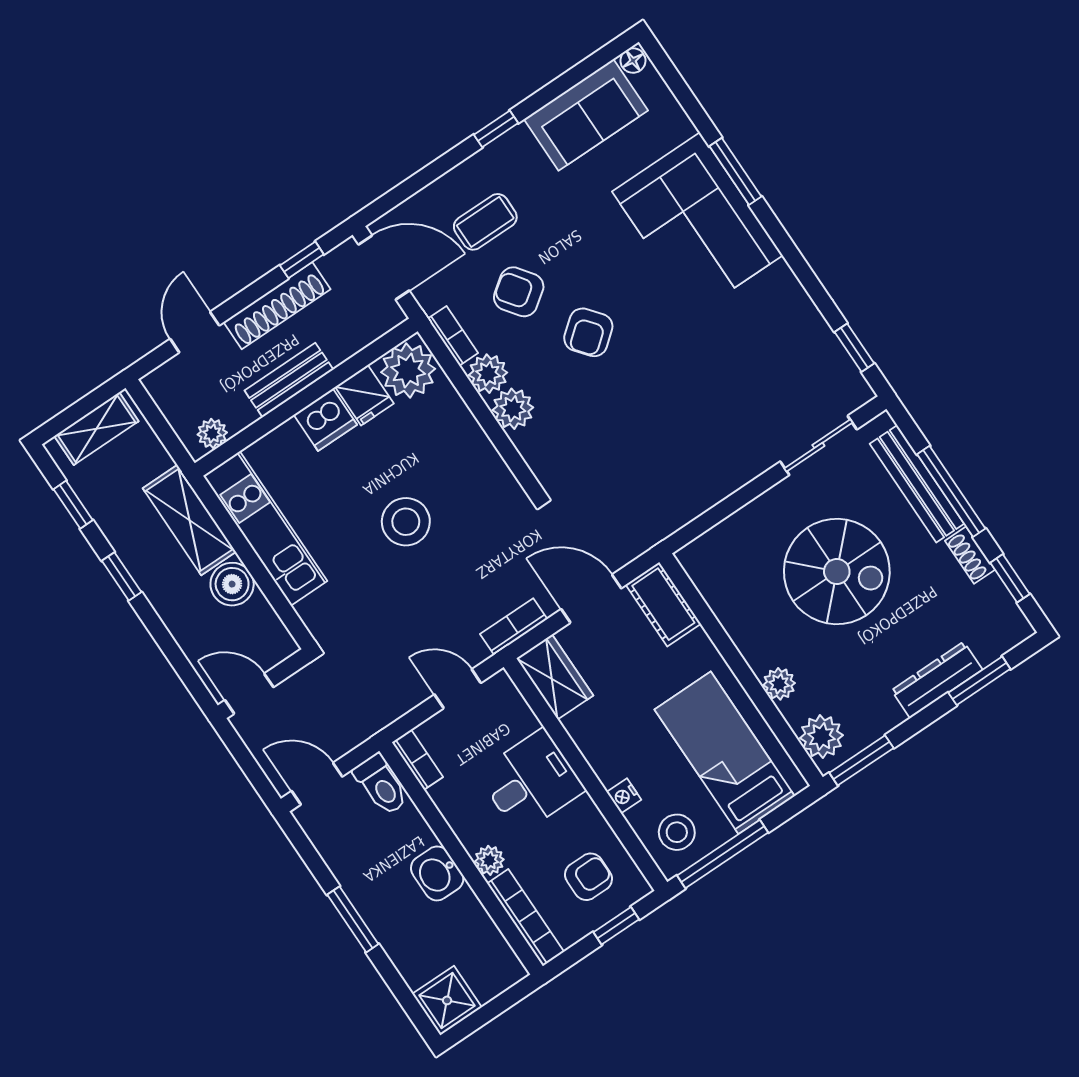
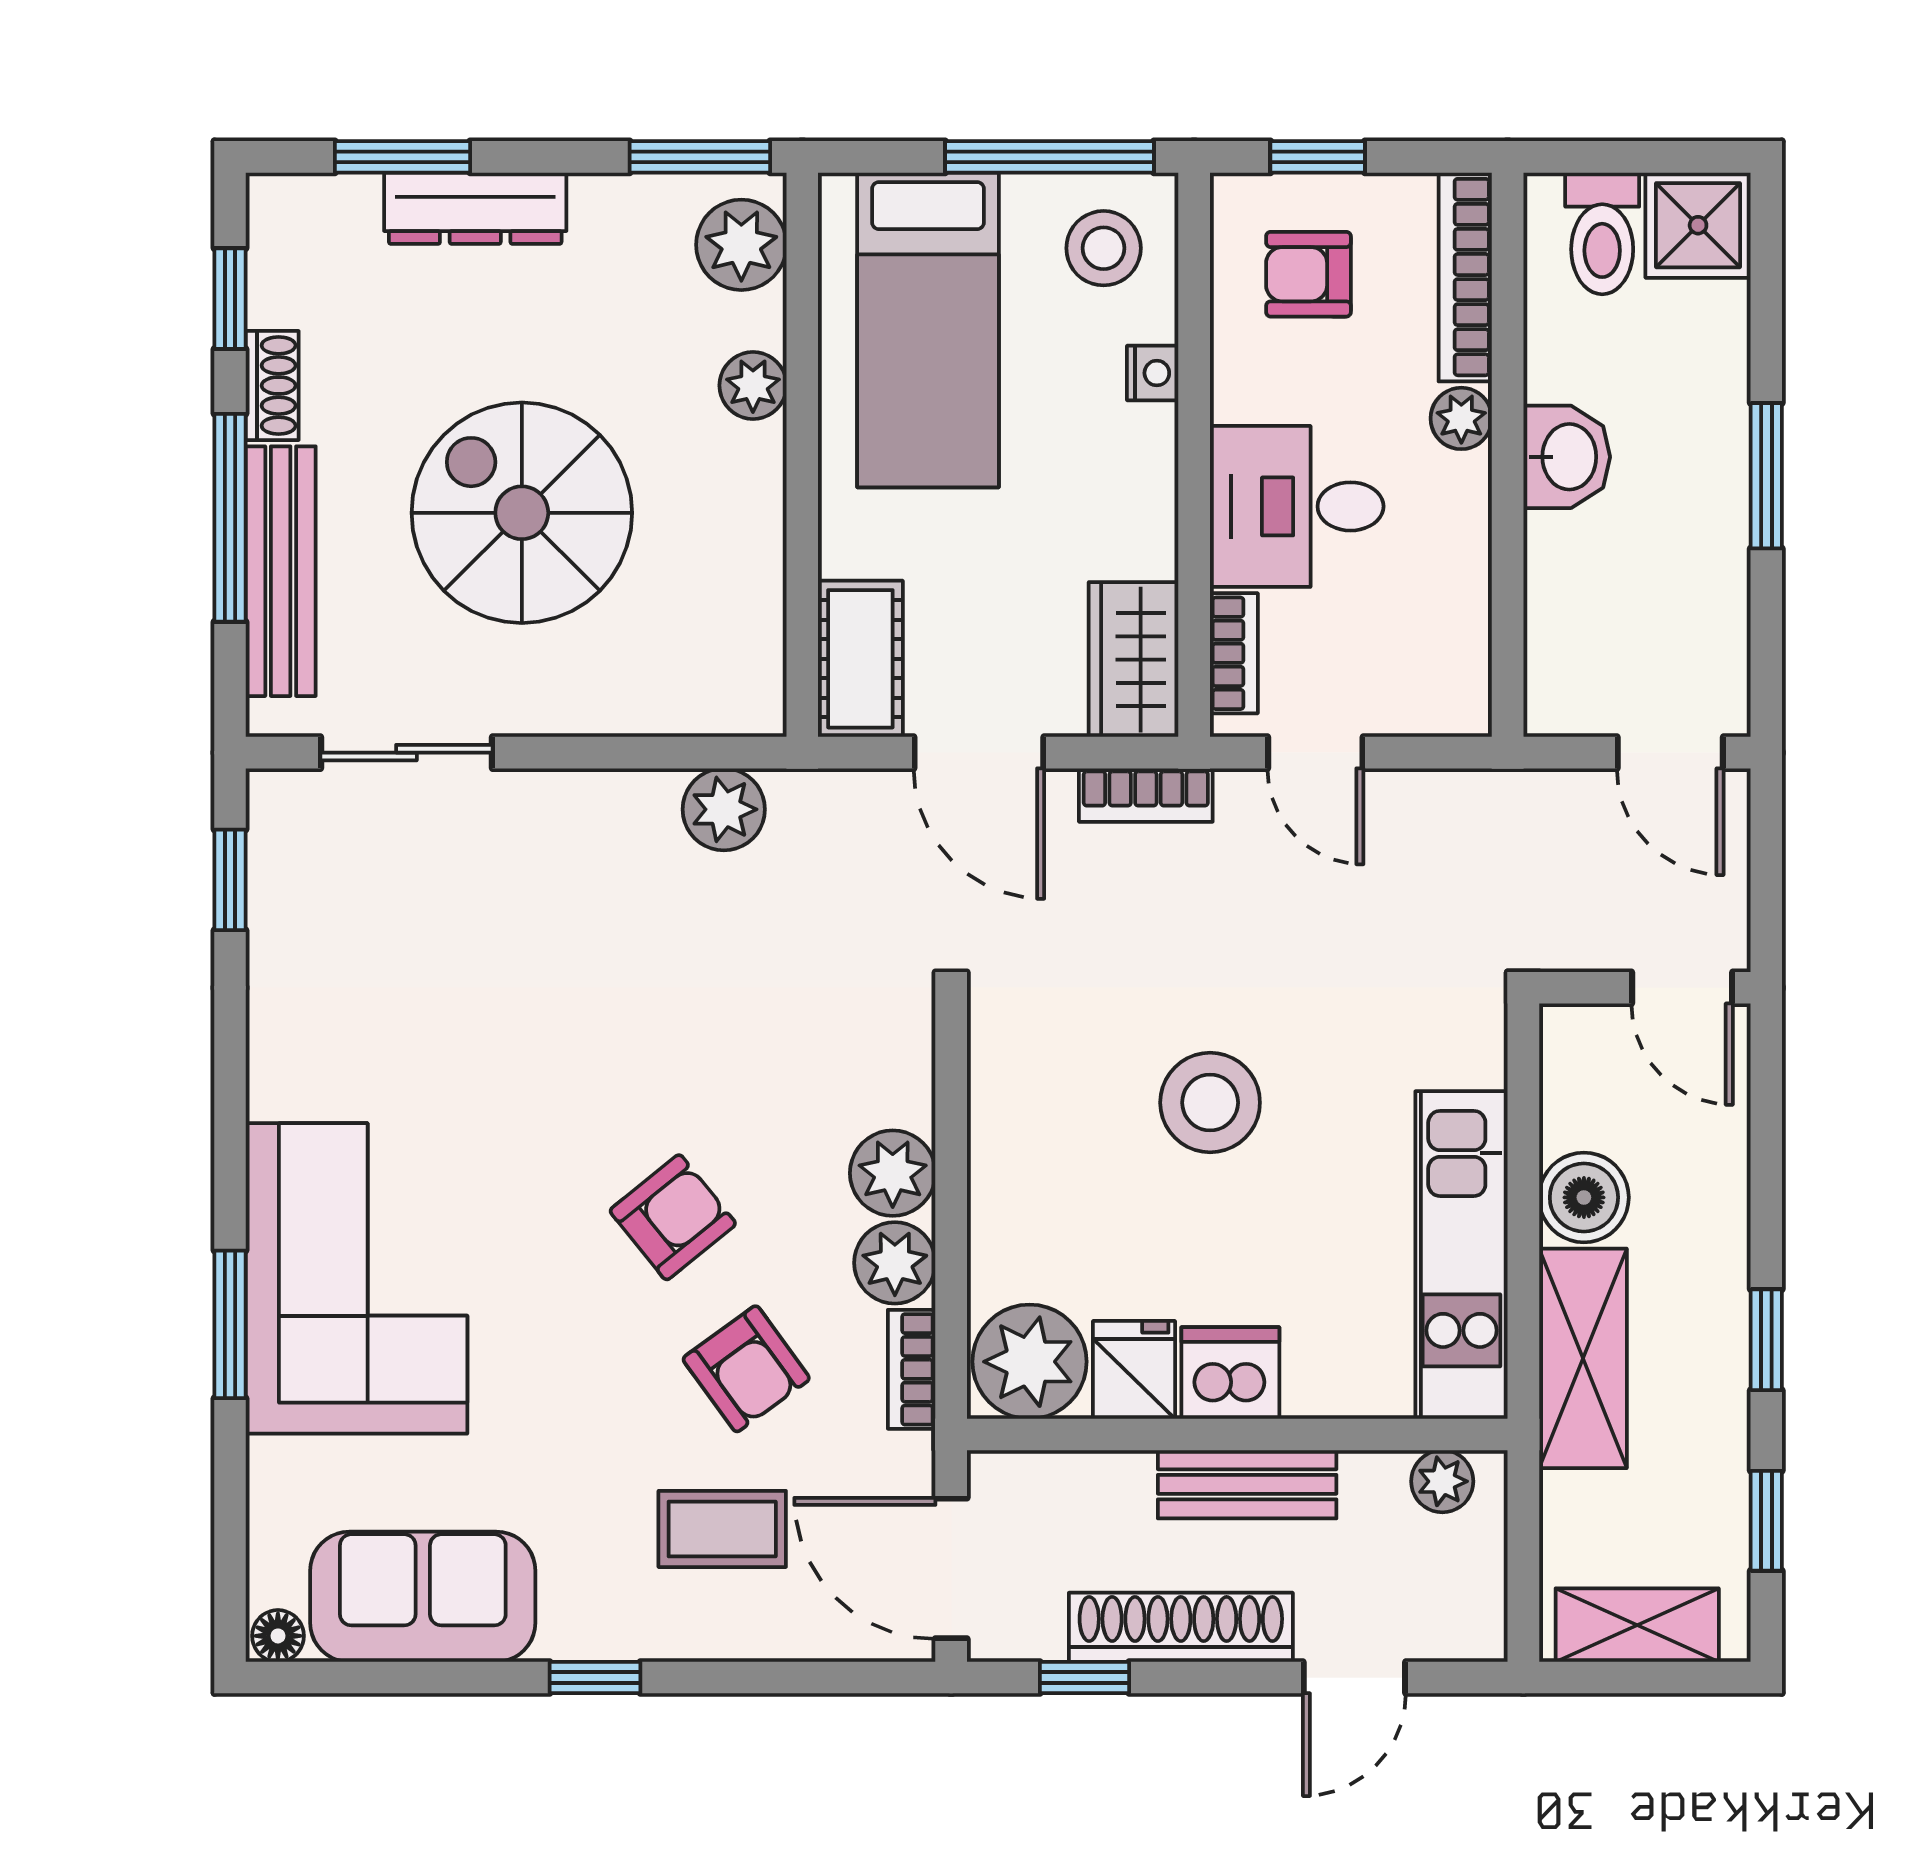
plant: (677, 508) -> (724, 809), added
bookcase: (417, 760) -> (1234, 653), moved, turned 180
toilet: (381, 785) -> (1602, 233), moved, turned 180

